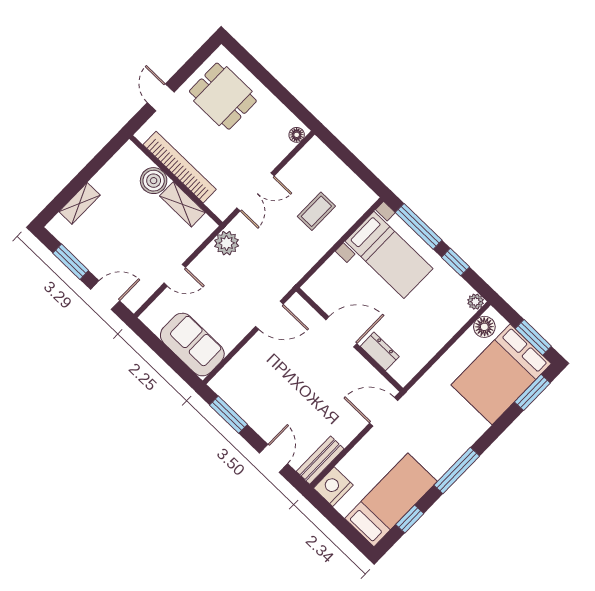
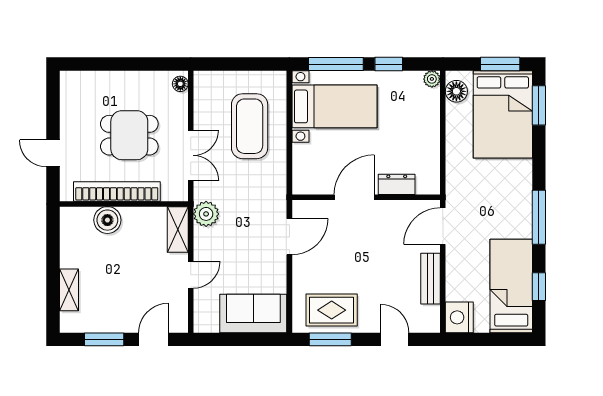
dining table: (223, 96) -> (129, 135), moved
shelving: (182, 204) -> (178, 229), moved, turned 90
coffee table: (316, 211) -> (250, 126), width x1.86, depth x1.72
rug: (249, 395) -> (332, 310), added
bench: (320, 460) -> (430, 279), moved

